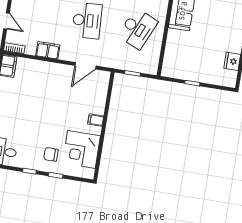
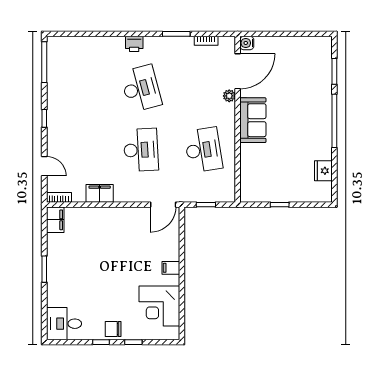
desk: (138, 29) -> (203, 150), turned -33
door: (85, 66) -> (163, 205), moved
chair: (51, 154) -> (113, 329), moved

